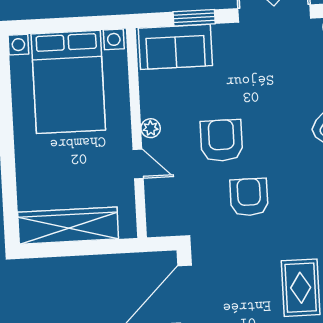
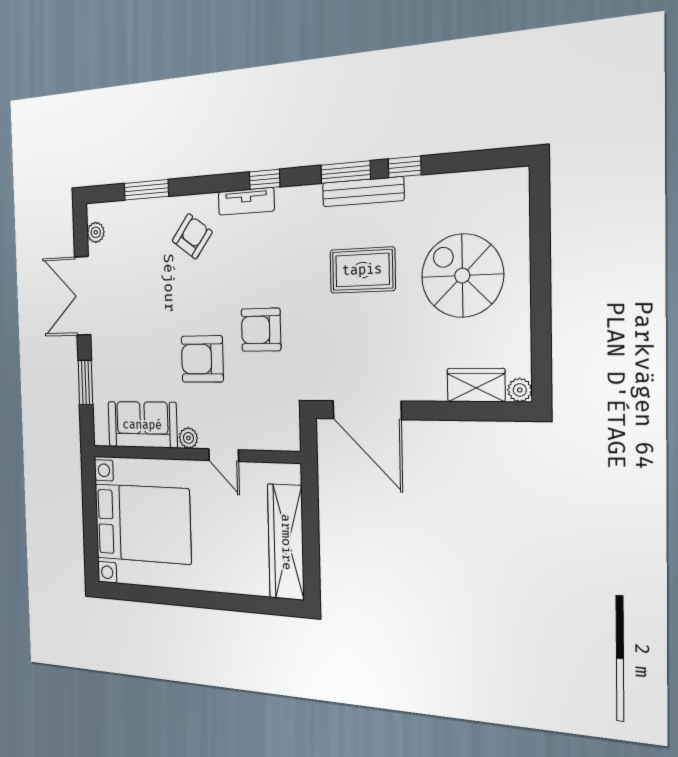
sofa: (175, 47) -> (142, 425), moved, turned -90
door: (138, 164) -> (224, 455), swing flipped

